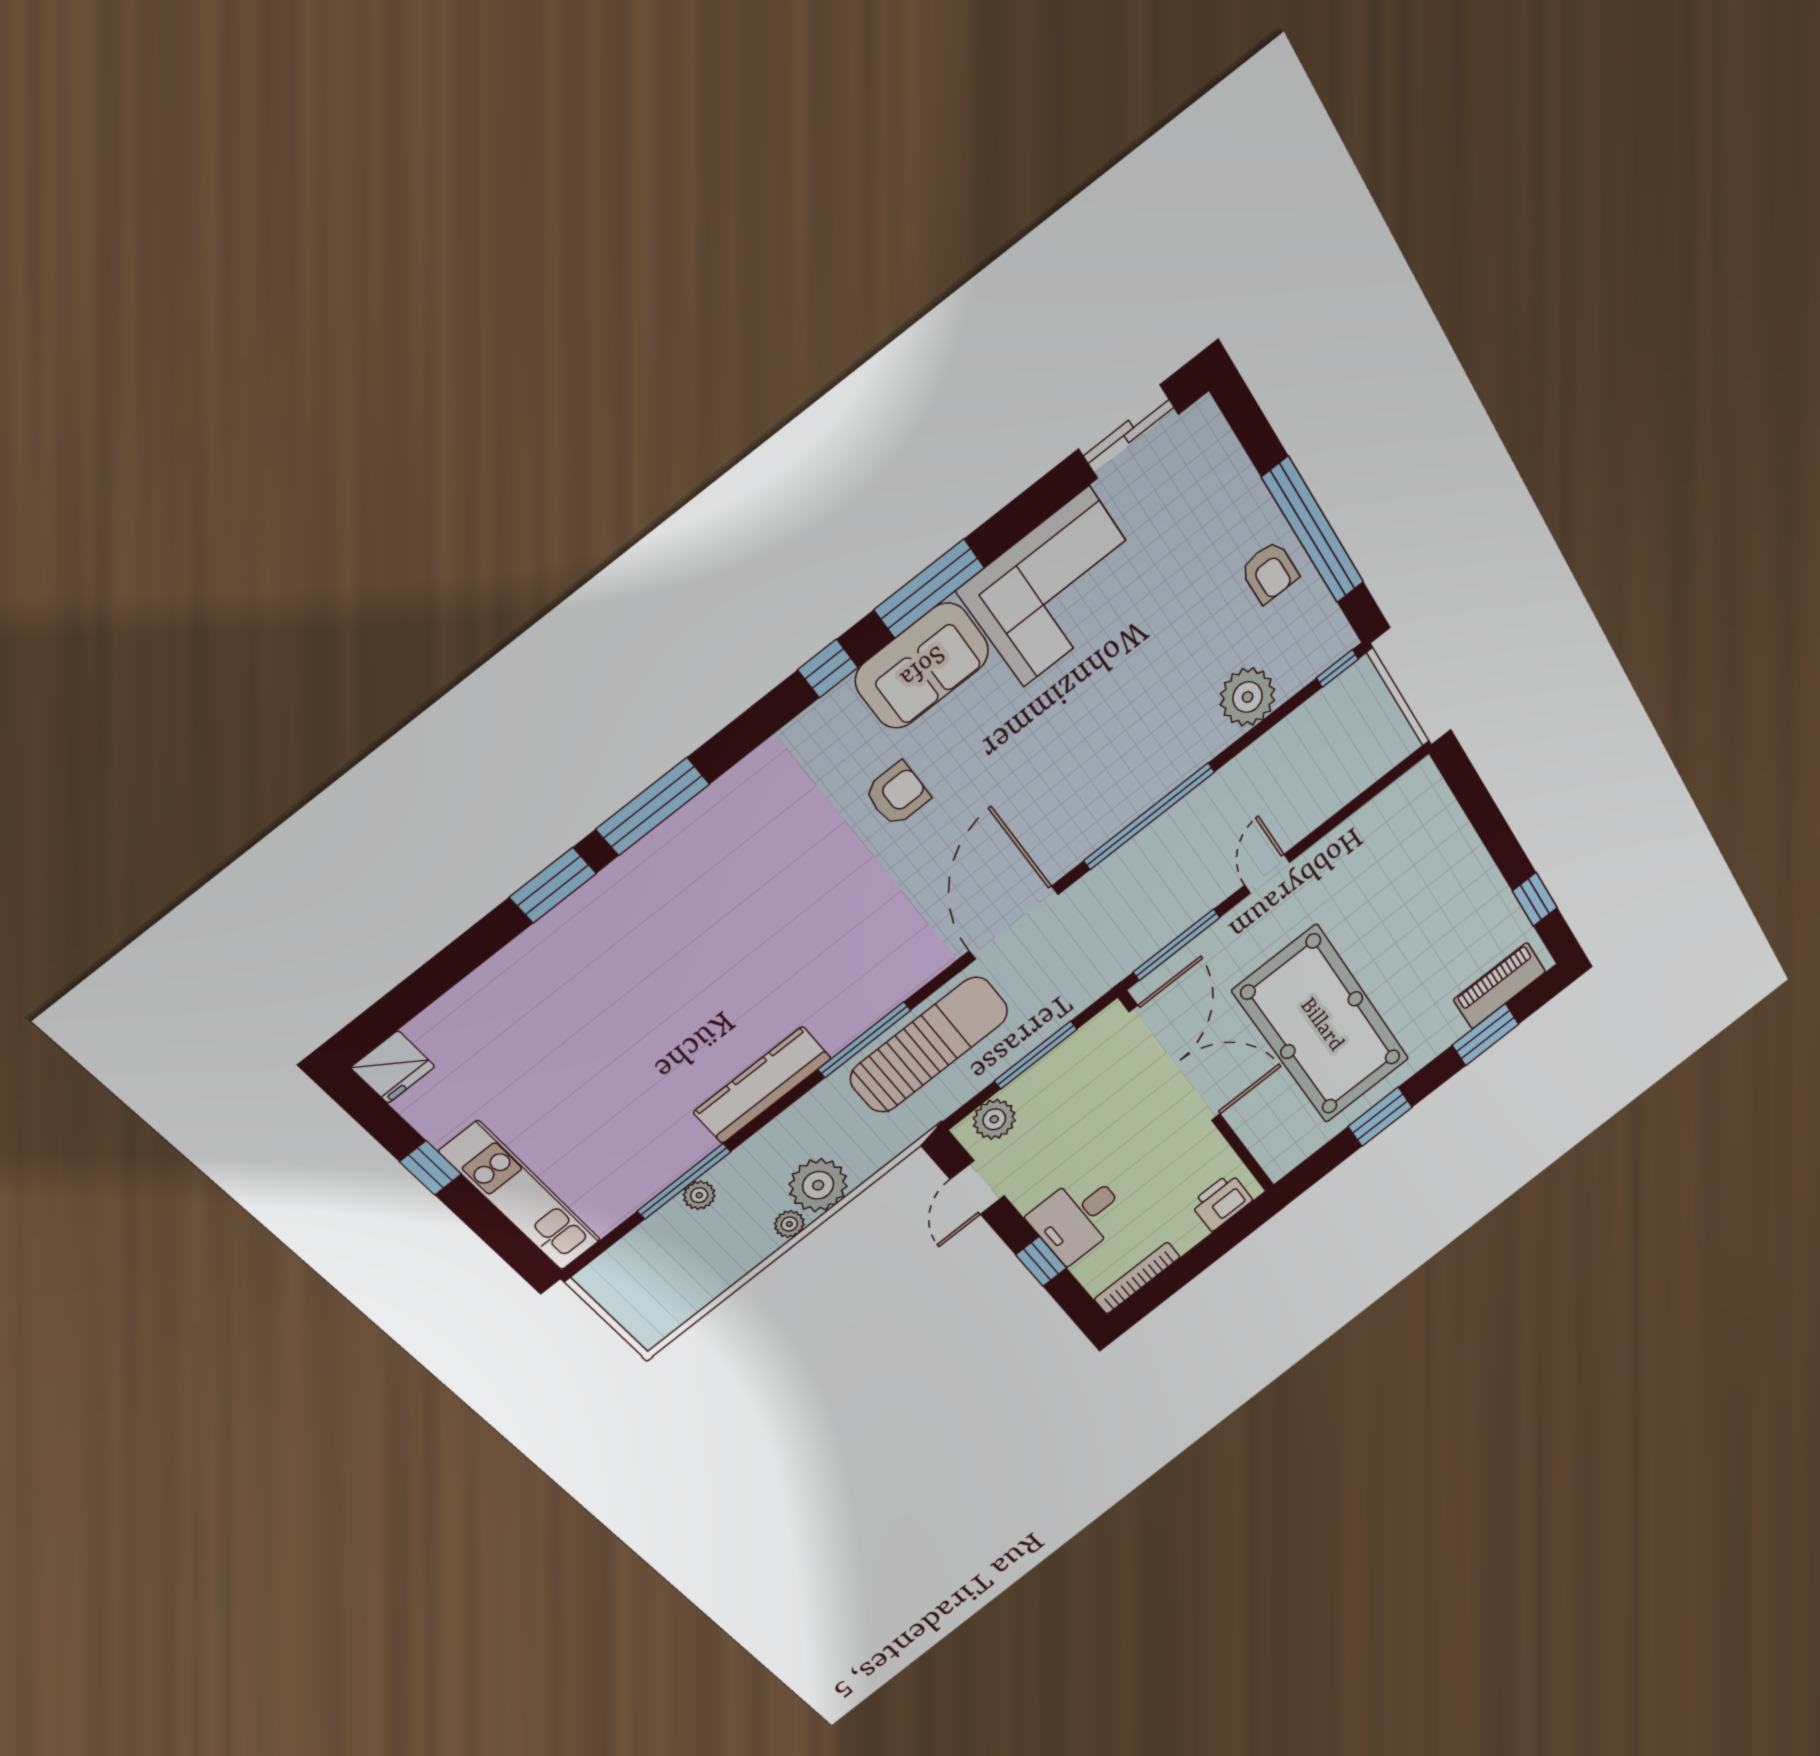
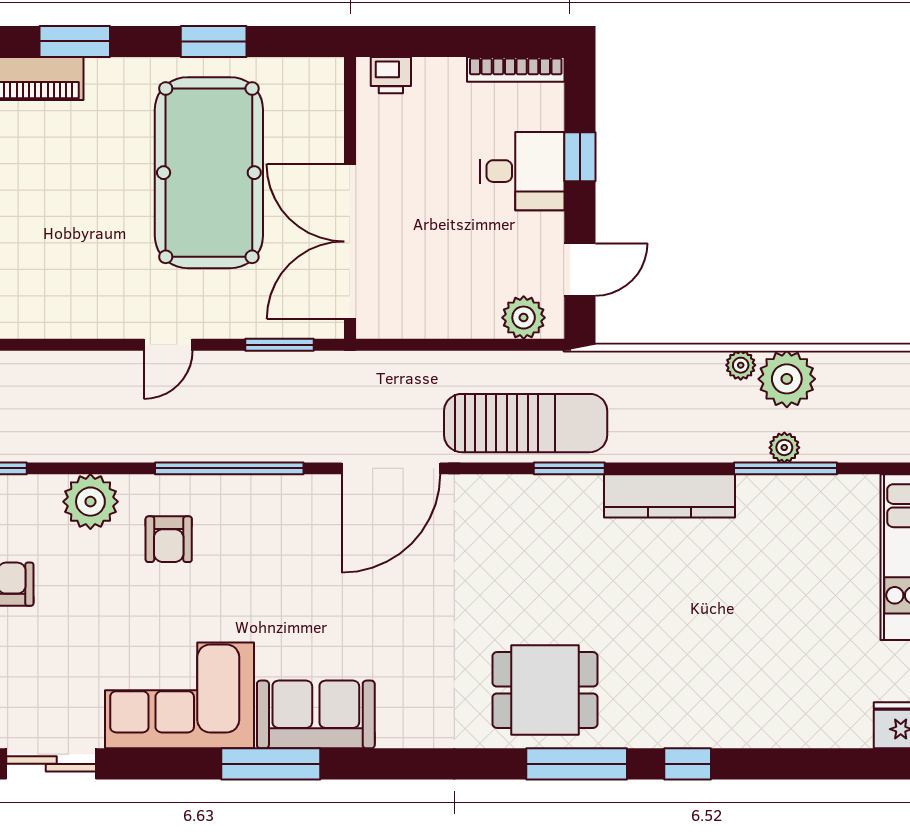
window: (828, 669) -> (383, 764), removed
armchair: (897, 794) -> (169, 539), moved, turned -90
dining table: (735, 848) -> (545, 690), added
window: (553, 885) -> (688, 764), width x0.67
window: (1176, 945) -> (279, 345), width x0.69
window: (864, 1040) -> (569, 468), width x0.69
sun lounger: (929, 1045) -> (526, 423), turned 180
window: (1036, 1055) -> (453, 345), removed
plant: (818, 1185) -> (787, 379), moved
printer: (1221, 1202) -> (391, 75), width x0.73, depth x0.81

